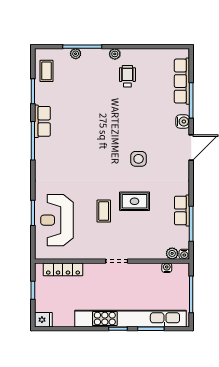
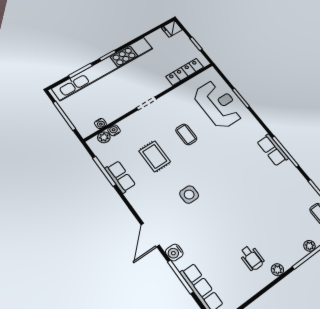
row of seats: (42, 121) -> (273, 150), moved
rug: (135, 201) -> (155, 156), moved, turned 90
water cooler: (184, 254) -> (114, 130), moved

